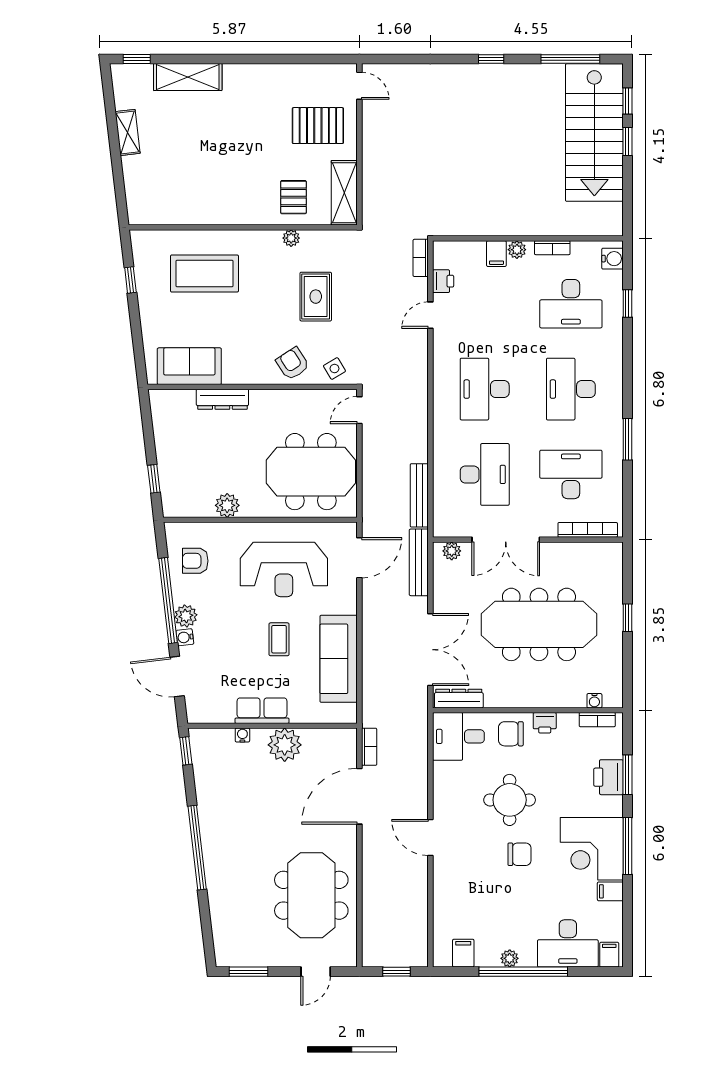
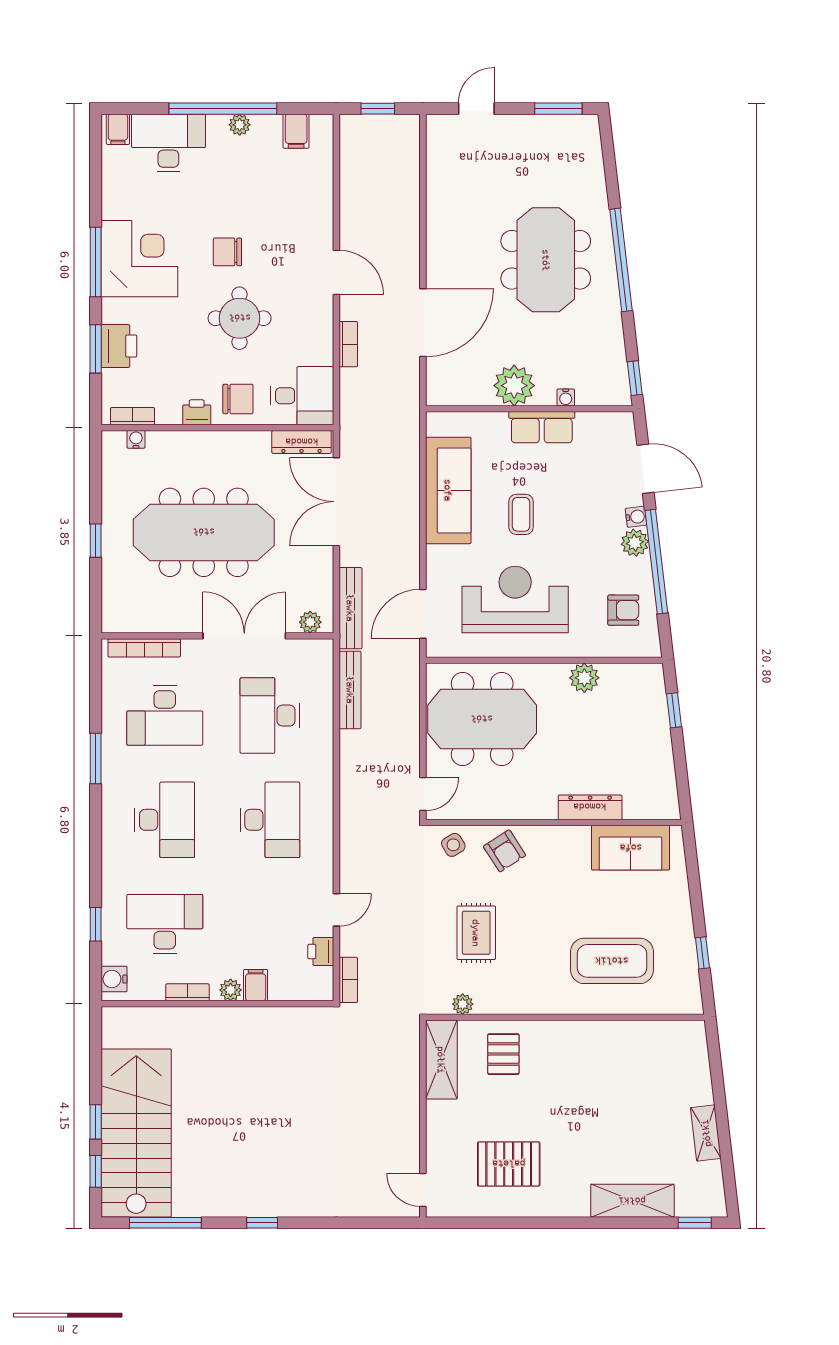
pallet: (318, 126) -> (509, 1164), moved
plant: (291, 238) -> (463, 1004), moved
bookcase: (369, 747) -> (348, 344), moved, turned 180
filing cabinet: (610, 891) -> (117, 207), removed
meeting table: (311, 895) -> (546, 260), moved

